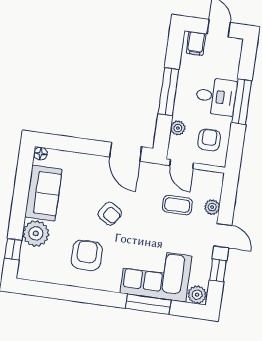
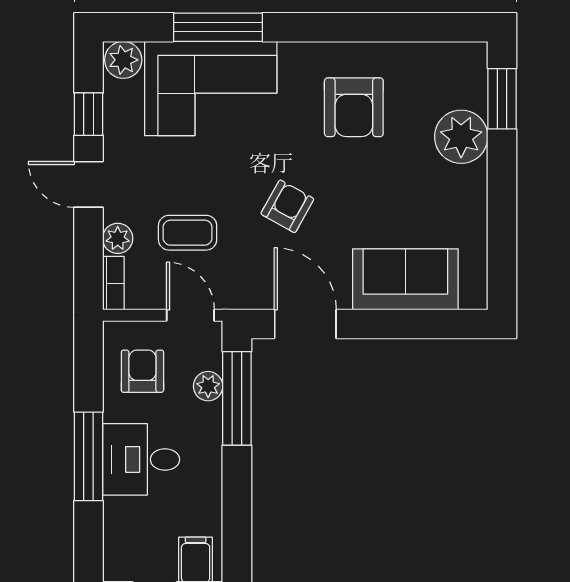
window: (168, 92) -> (237, 398), moved
armchair: (209, 140) -> (142, 371), turned 180
floor lamp: (41, 154) -> (474, 297), removed
bookcase: (217, 185) -> (113, 283), added
sofa: (43, 193) -> (405, 279), moved, turned 90
armchair: (110, 214) -> (287, 206), moved, turned 86
window: (13, 249) -> (502, 99), width x1.50

